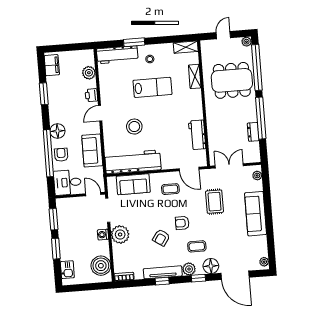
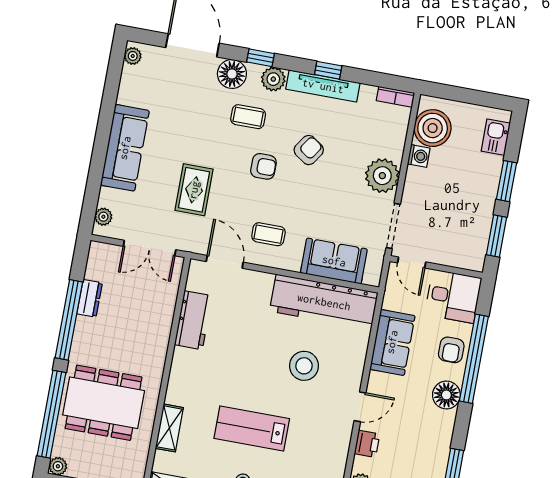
washing machine: (103, 235) -> (419, 156), moved

